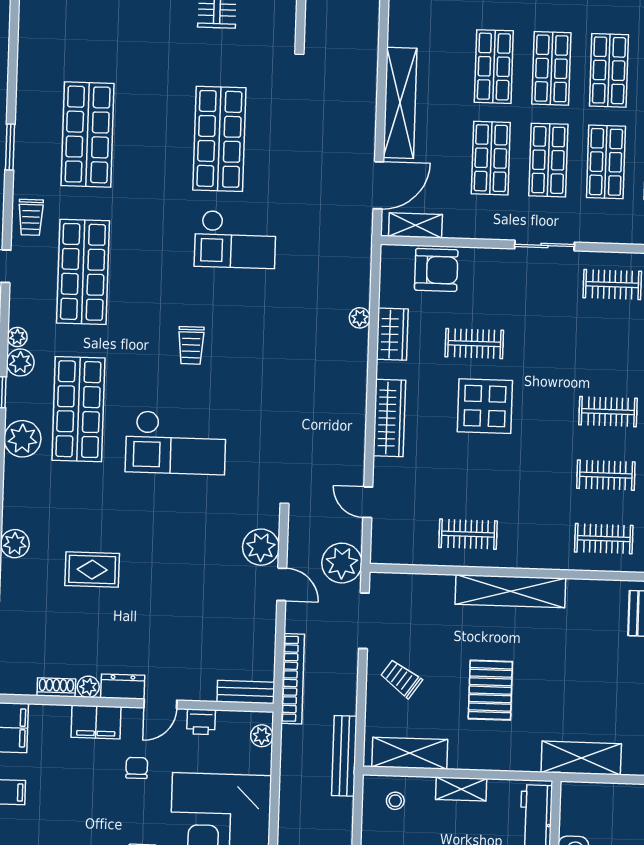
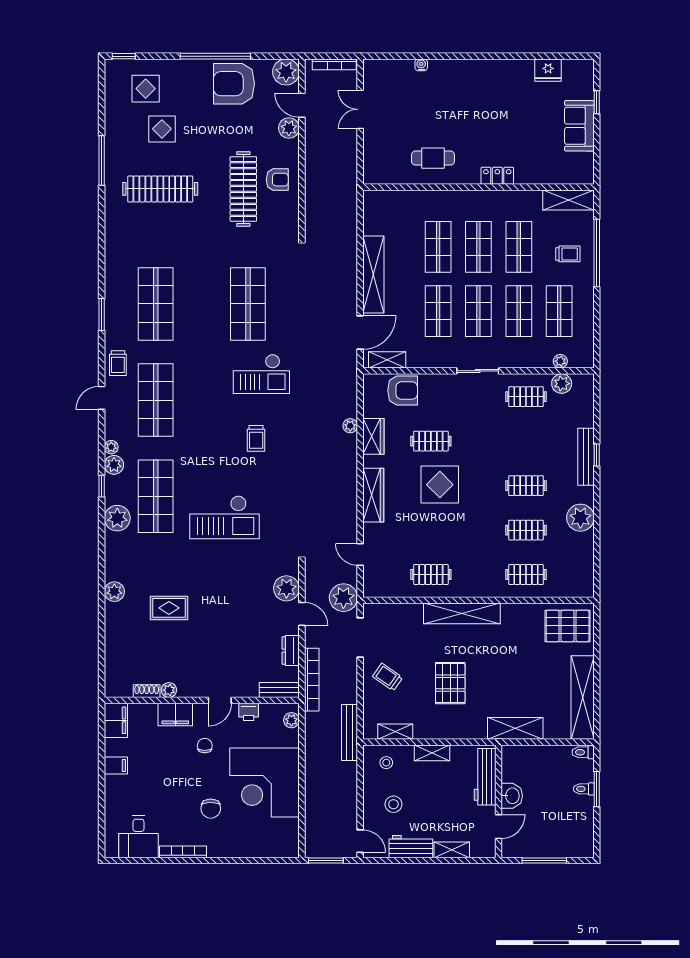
trolley: (191, 345) -> (256, 438), moved
dresser: (123, 687) -> (291, 651), moved, turned -90
shelving: (410, 753) -> (395, 732), width x0.67, depth x0.75

